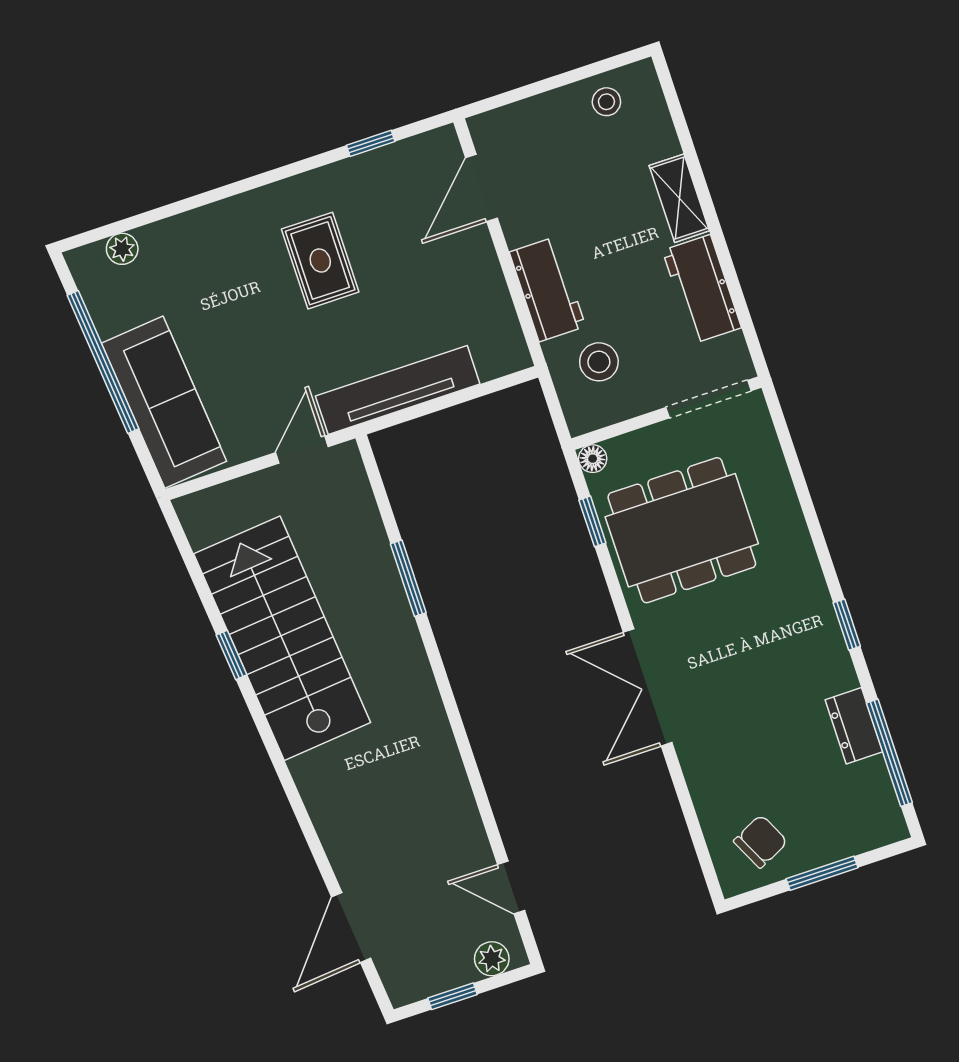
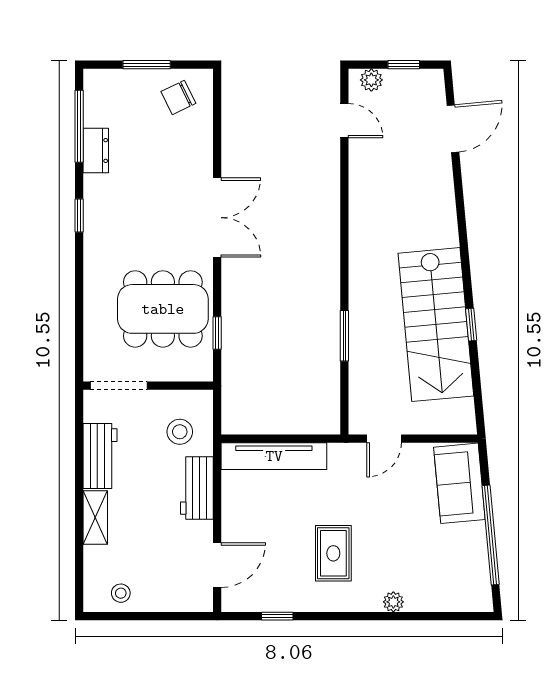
plant: (122, 249) -> (393, 602), moved
tv unit: (398, 390) -> (274, 456), moved
sofa: (164, 402) -> (459, 483), width x0.73
floor lamp: (593, 459) -> (204, 372), removed

